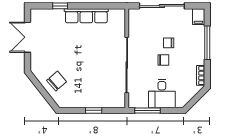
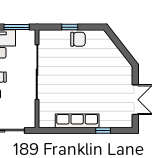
chair: (57, 81) -> (78, 39), moved, turned -139

